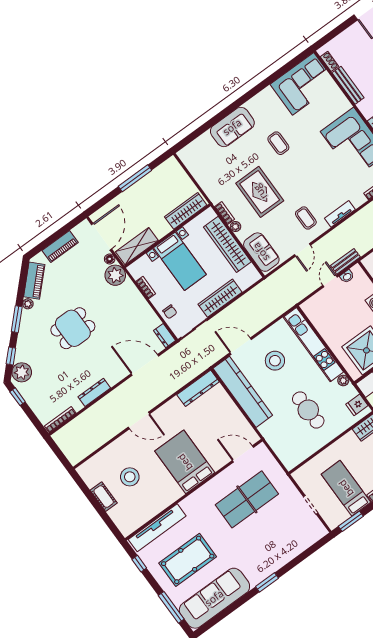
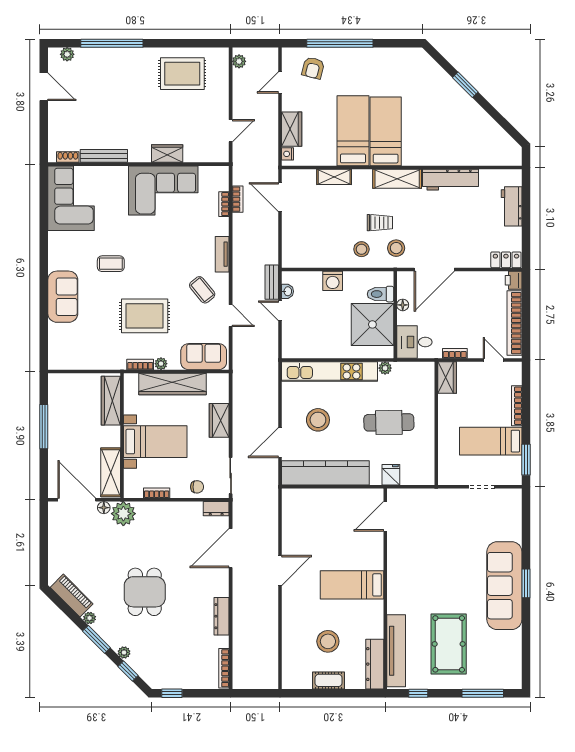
coffee table: (306, 218) -> (202, 290), turned 51
piano: (60, 247) -> (57, 547), removed
wardrobe: (220, 298) -> (219, 420), width x0.67
plant: (22, 372) -> (124, 652), moved, width x0.53, depth x0.53
dresser: (198, 388) -> (375, 664), moved, turned 180
fridge: (357, 405) -> (391, 475), moved, turned 180
door: (139, 420) -> (280, 571), moved
bed: (185, 462) -> (352, 585), width x0.67
table tennis table: (247, 499) -> (432, 544), removed
sofa: (214, 598) -> (504, 586), moved

